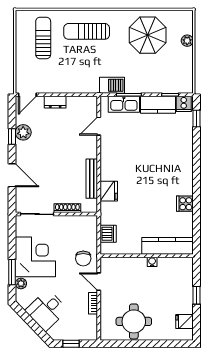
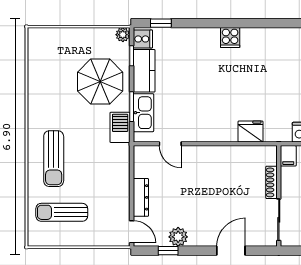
parasol: (148, 35) -> (100, 82), moved
plant: (187, 41) -> (123, 35), moved
dresser: (55, 102) -> (141, 197), width x1.44
window: (12, 137) -> (168, 251), moved
bench: (92, 179) -> (235, 152), removed
cooker: (185, 204) -> (230, 38), moved
filing cabinet: (89, 222) -> (288, 156), added

